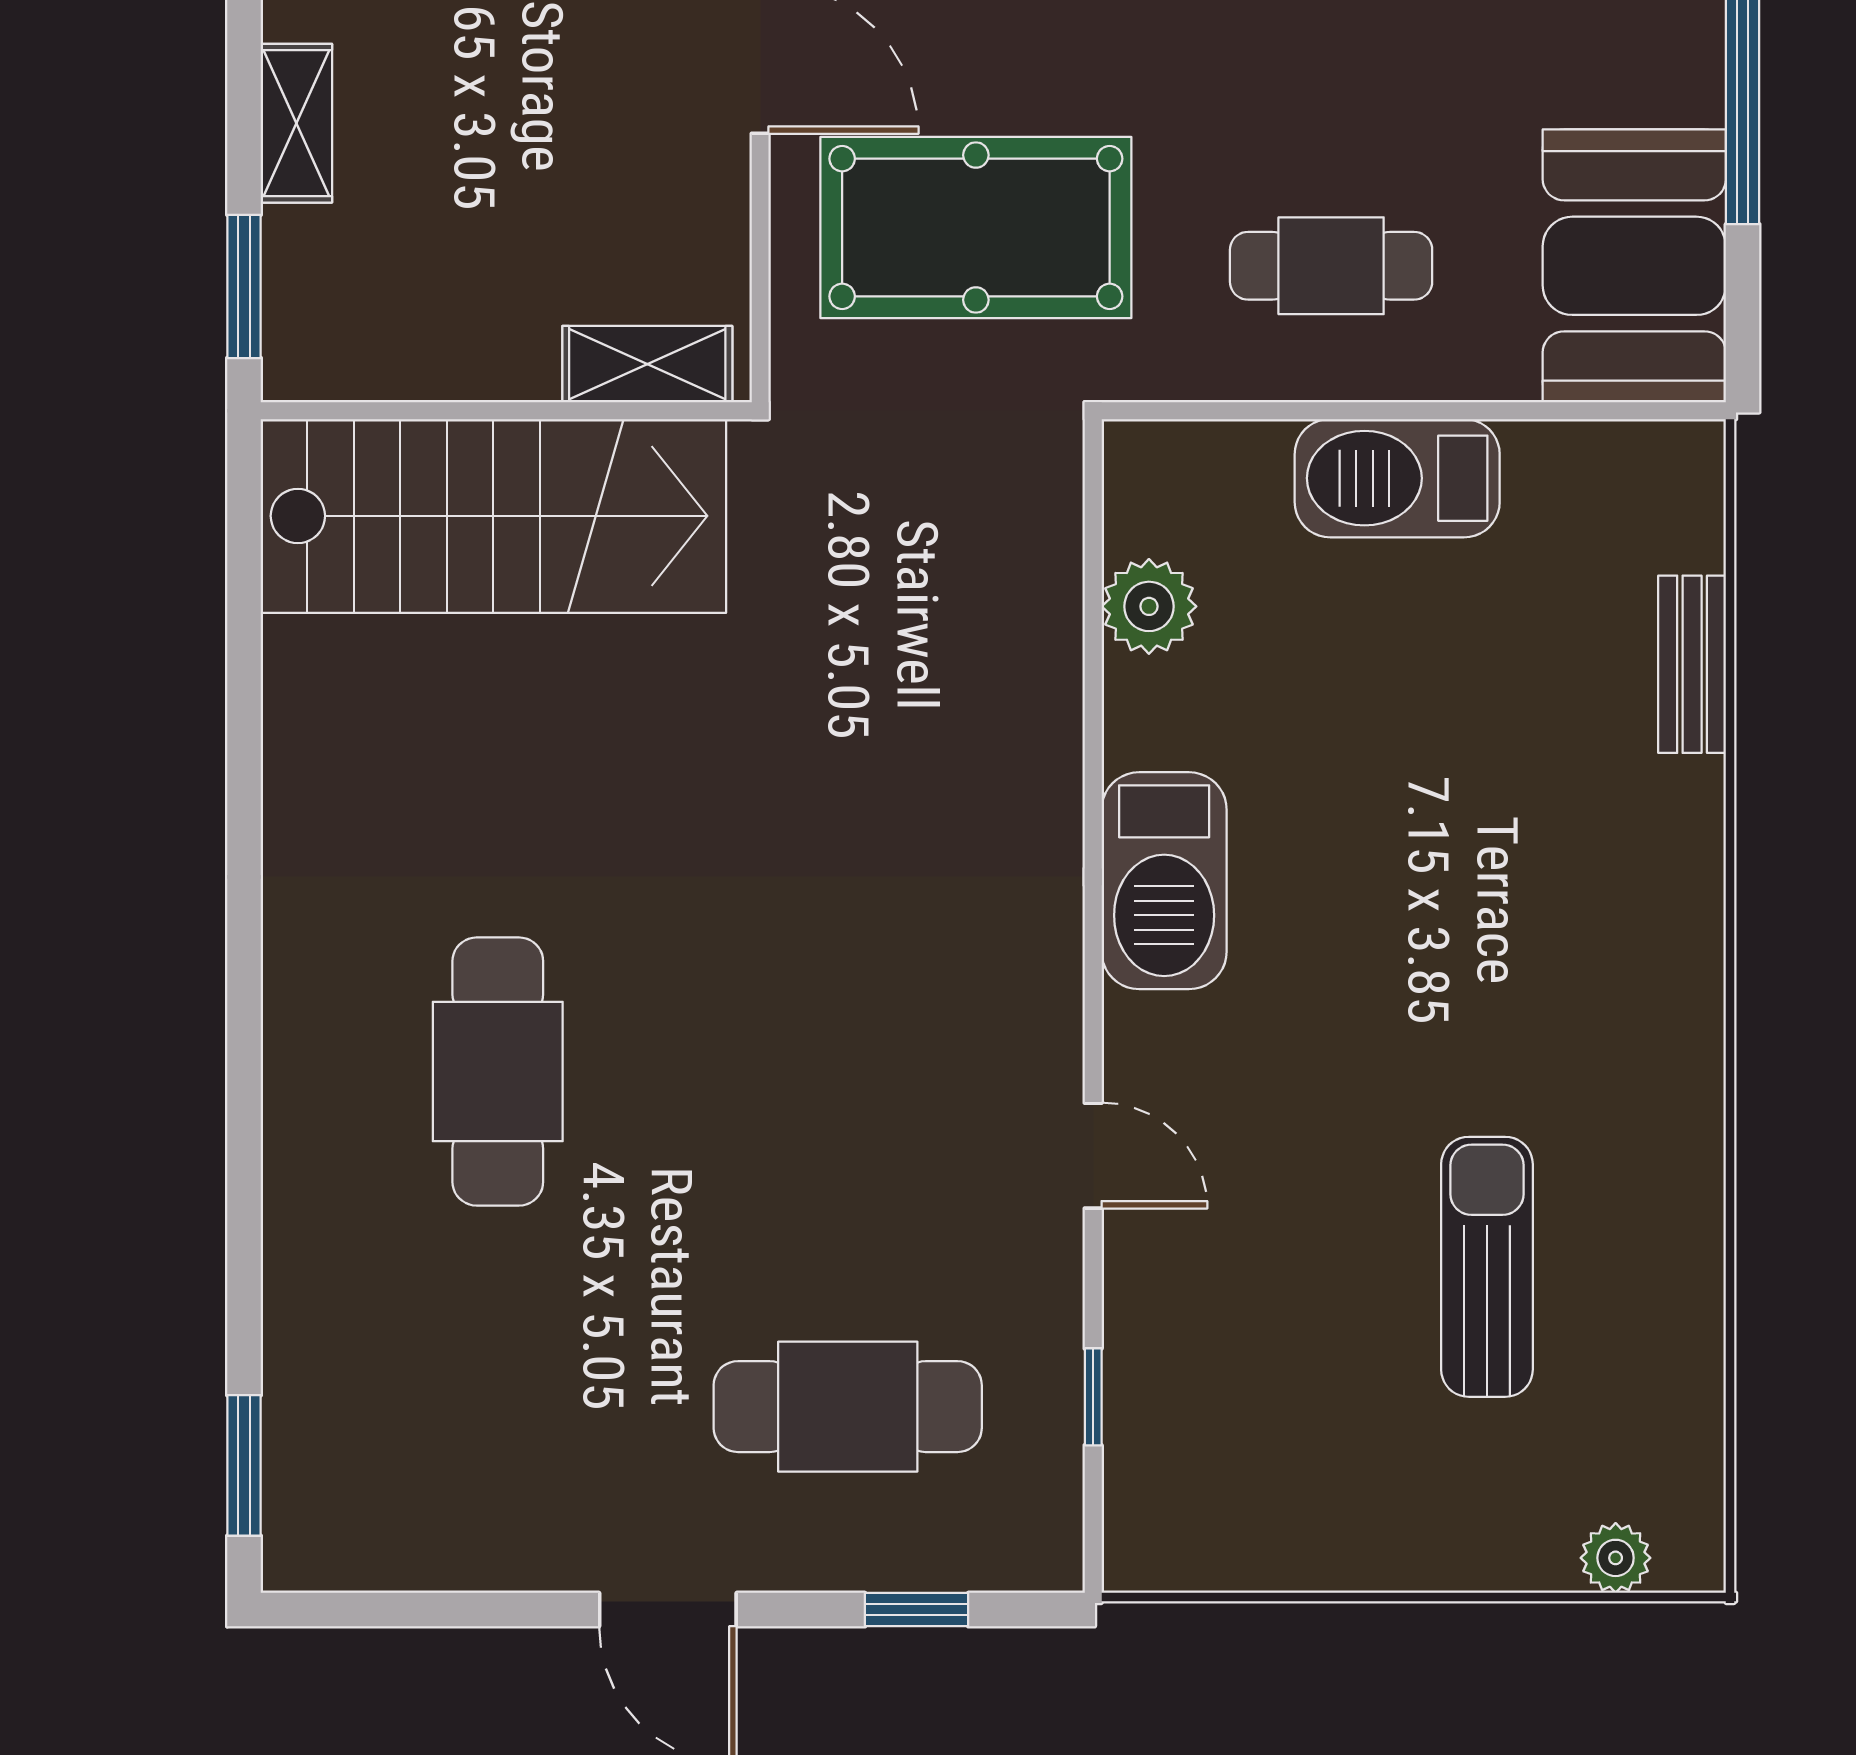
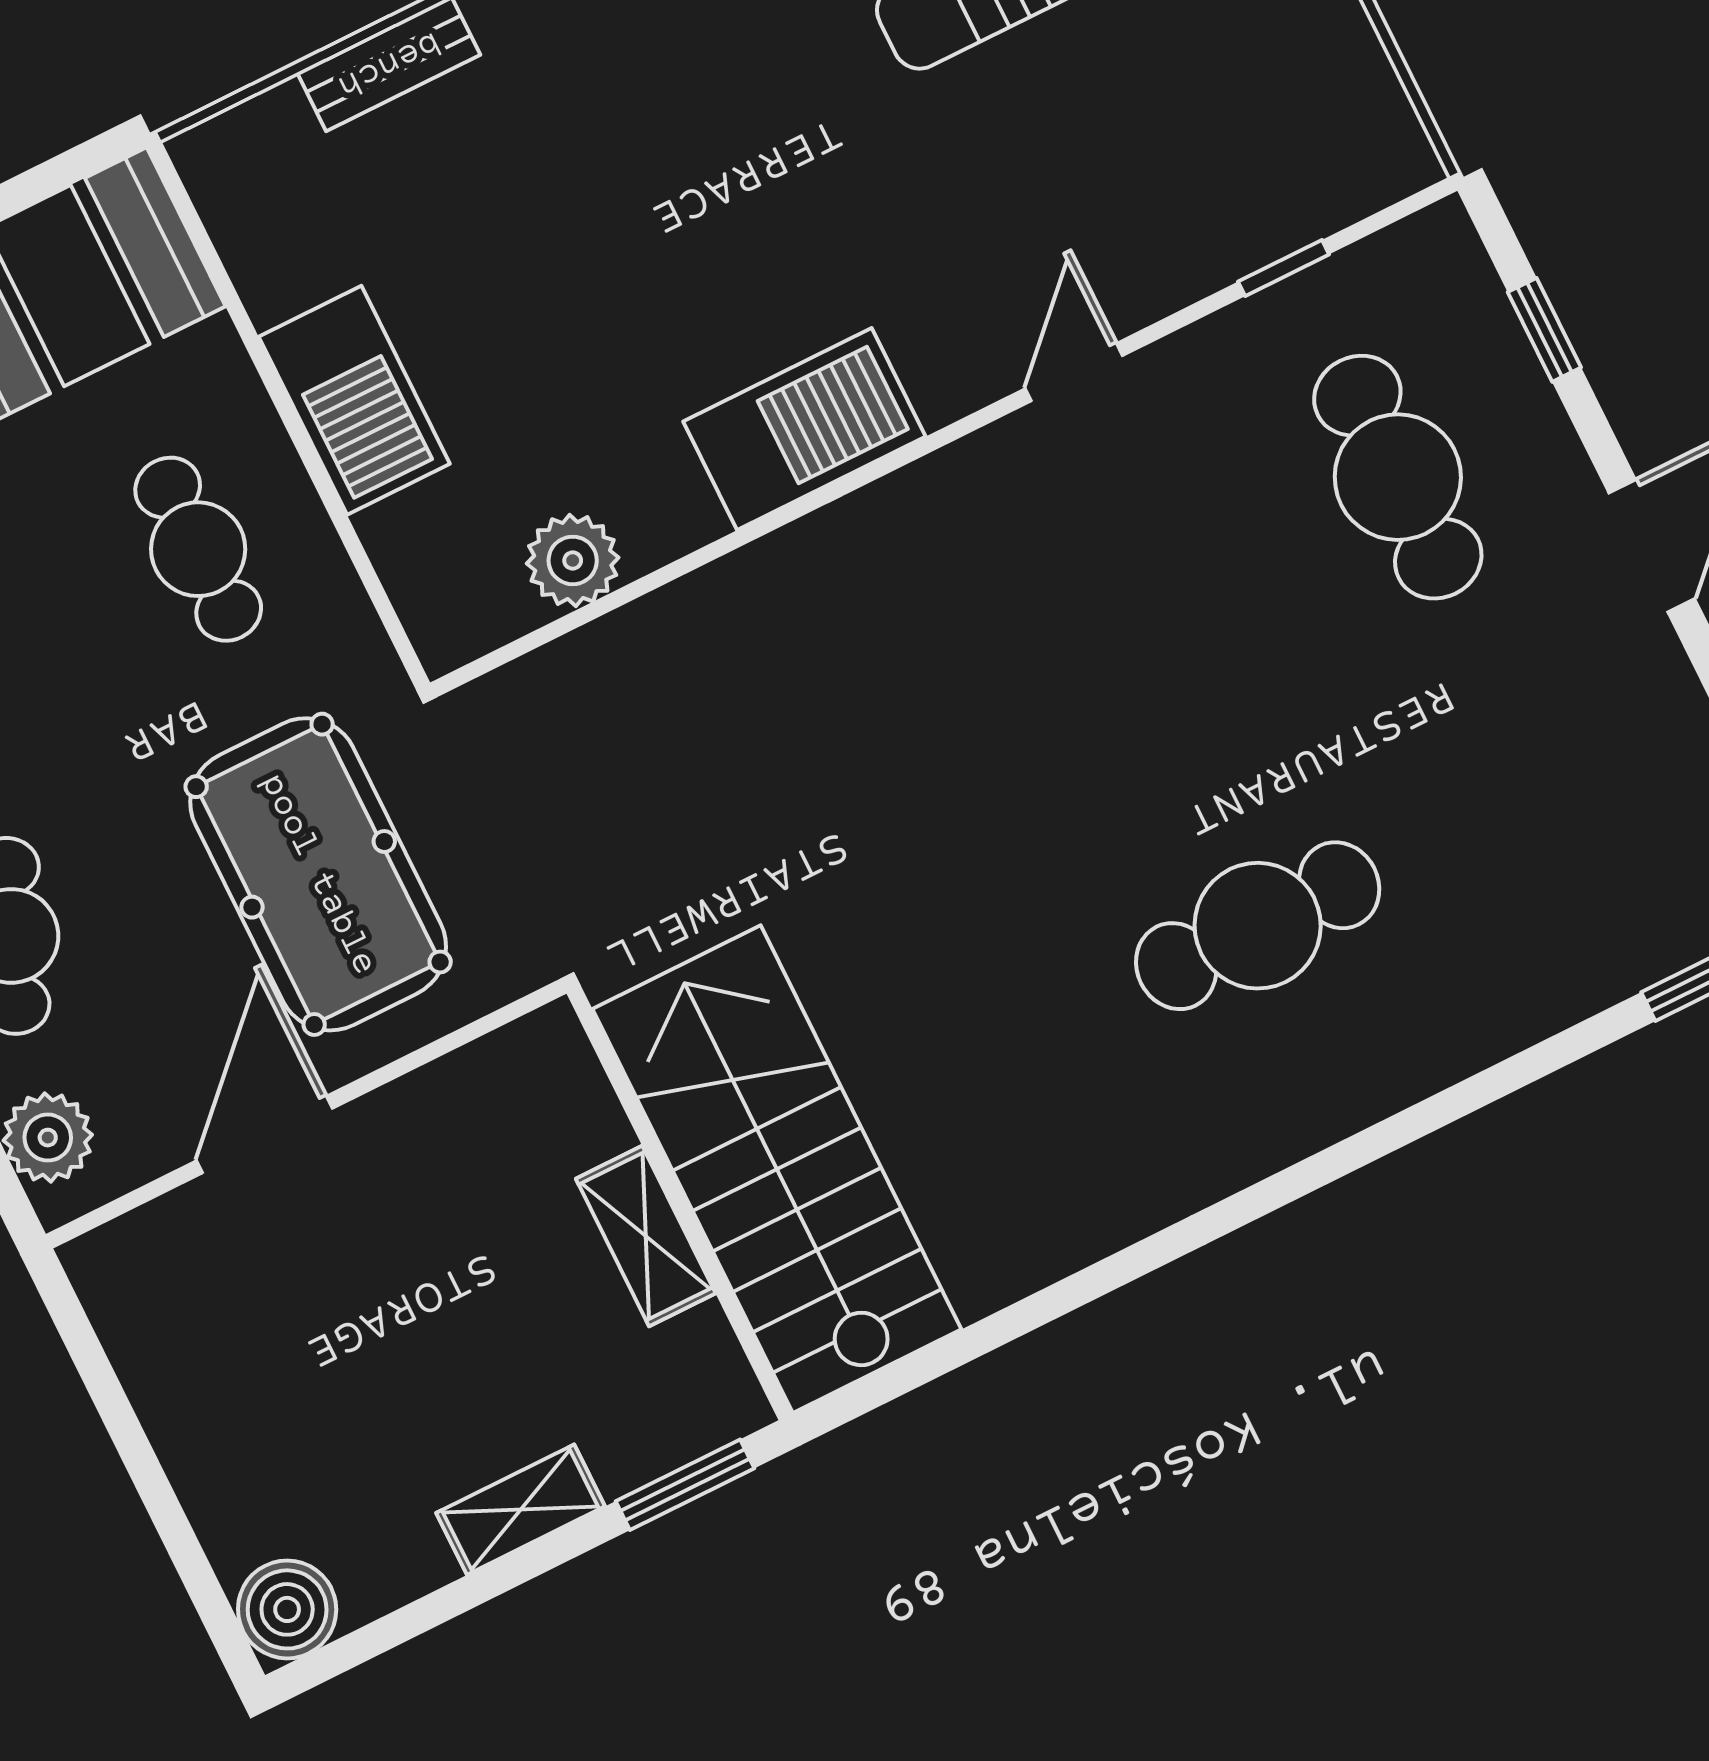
shelving: (647, 364) -> (646, 1236), moved

